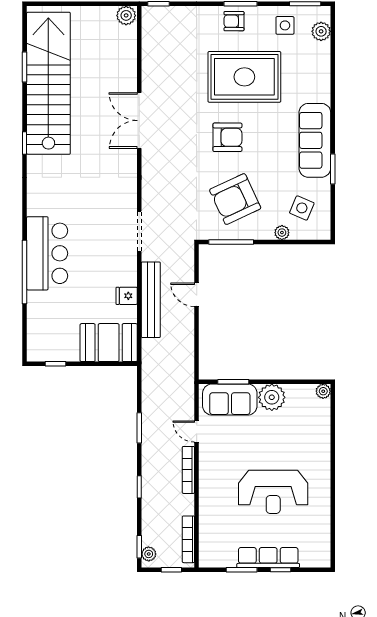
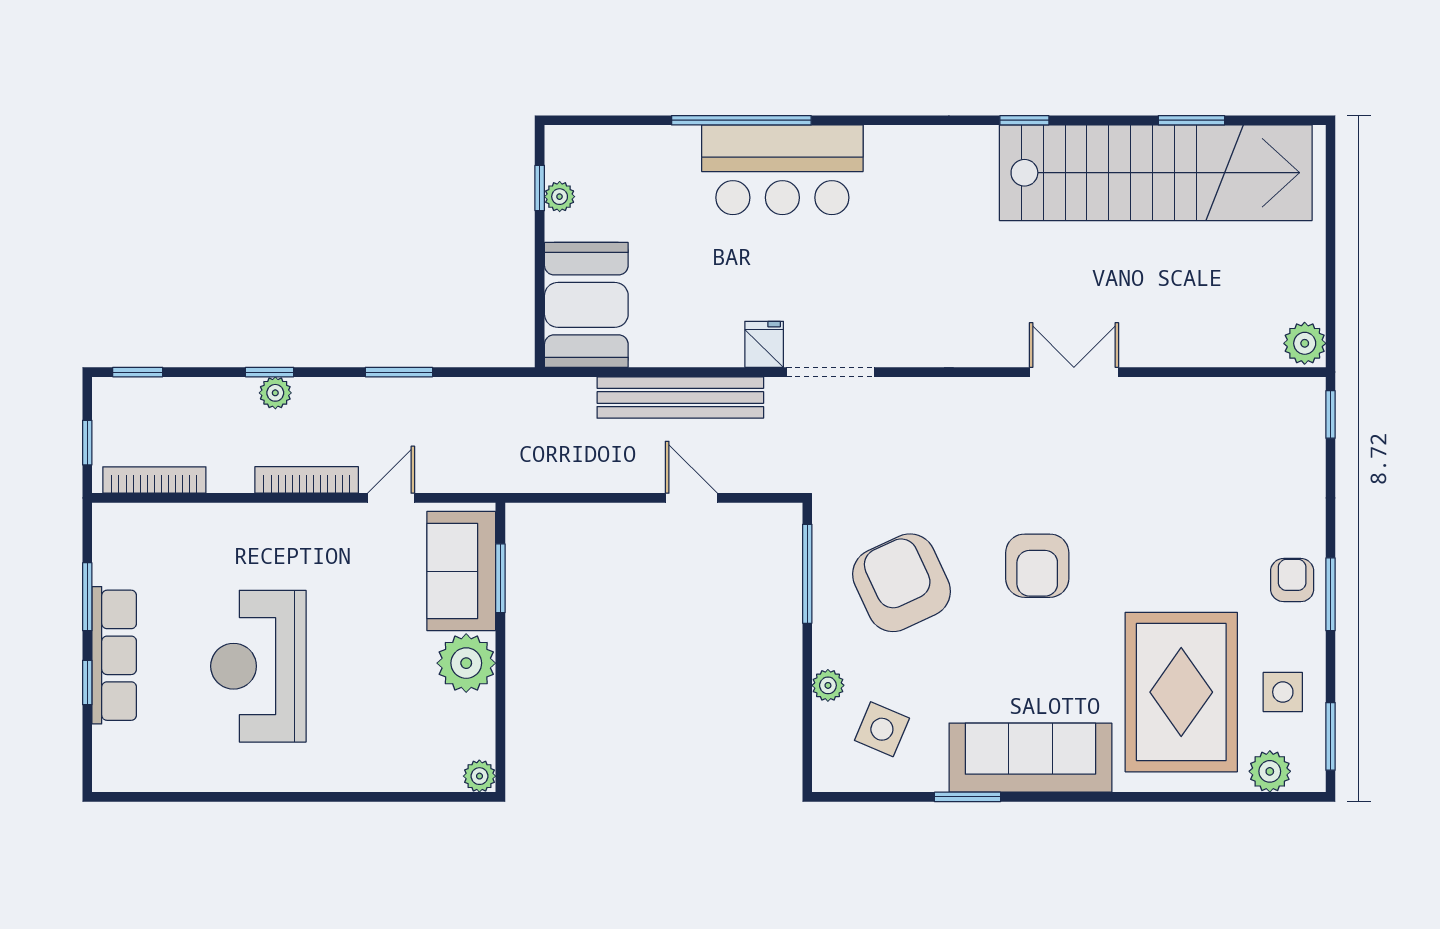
rug: (244, 77) -> (1181, 692), moved
double door: (139, 121) -> (1074, 372), width x0.73
door: (197, 295) -> (691, 498), hinge flipped
fridge: (127, 296) -> (764, 344), moved
plant: (59, 355) -> (560, 197), added
plant: (149, 554) -> (275, 393), moved

